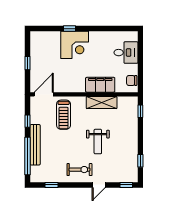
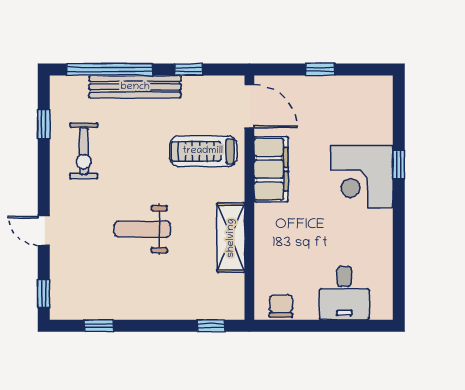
filing cabinet: (100, 85) -> (271, 169), moved
exercise bike: (80, 170) -> (84, 151), moved

